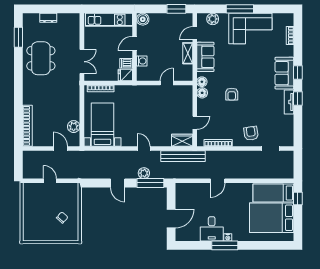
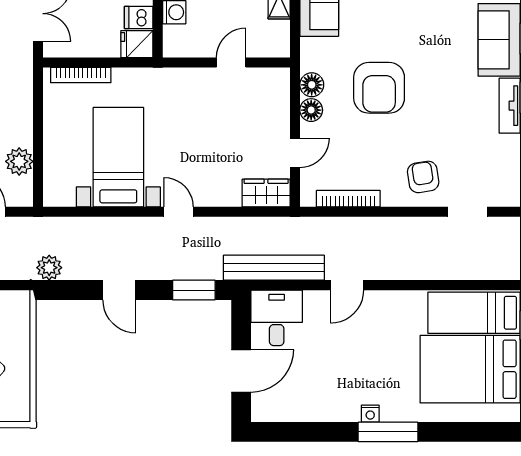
floor lamp: (202, 82) -> (311, 110), moved
armchair: (232, 94) -> (379, 88), width x1.88, depth x1.88
bed with nightstands: (102, 125) -> (118, 157), moved
bench: (183, 156) -> (274, 268), moved
plant: (144, 173) -> (49, 268), moved
window: (150, 183) -> (194, 290), width x0.69
desk: (212, 229) -> (277, 318), moved, turned 180
window: (225, 245) -> (388, 432), moved

